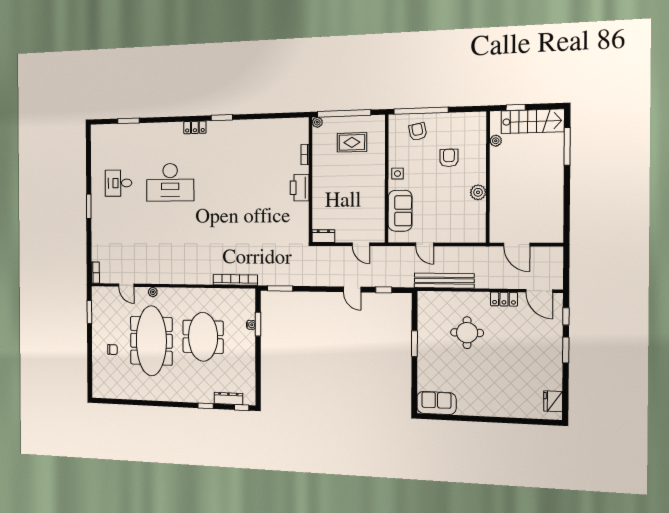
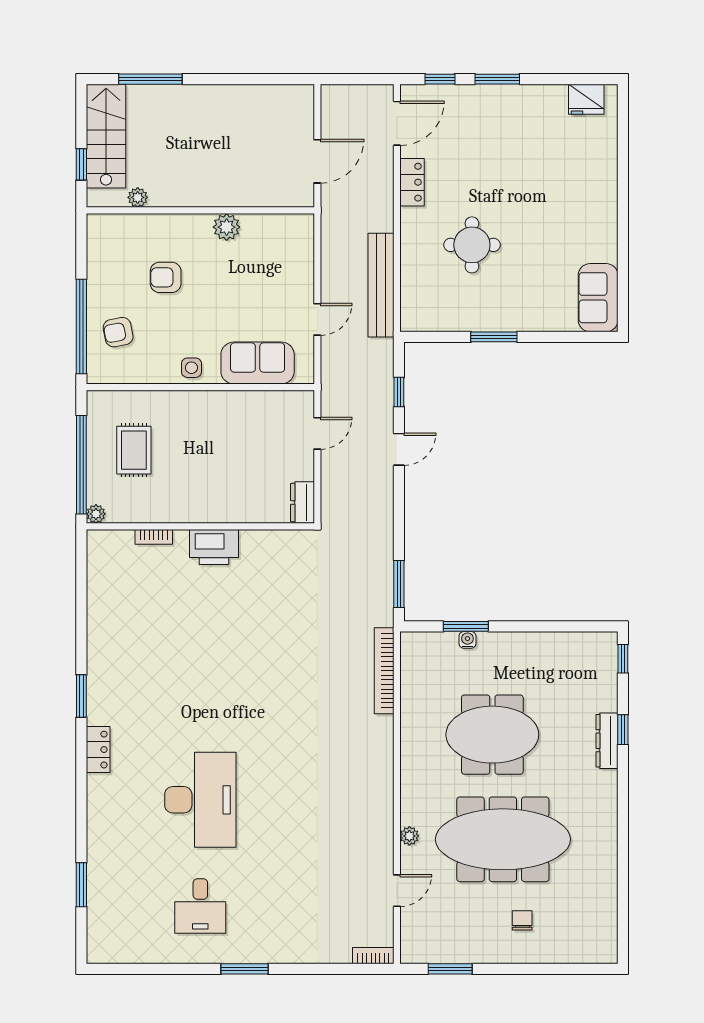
dresser: (228, 398) -> (607, 741), moved

